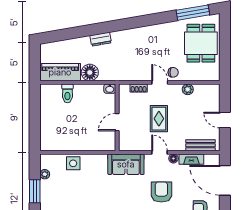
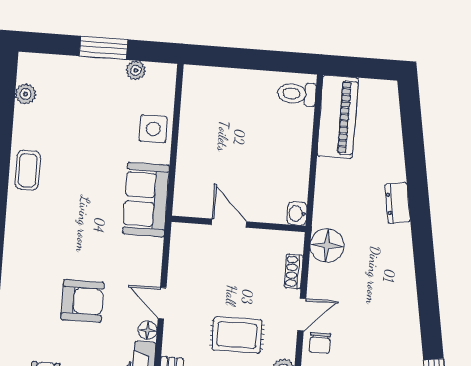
floor lamp: (90, 73) -> (327, 246), moved
toilet: (67, 93) -> (297, 94), moved
rug: (159, 119) -> (237, 335), moved
door: (160, 152) -> (162, 303), swing flipped
sofa: (126, 164) -> (146, 200), moved

